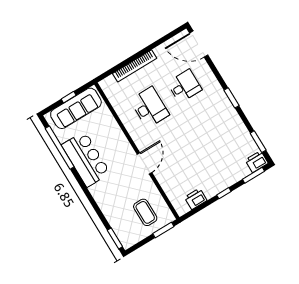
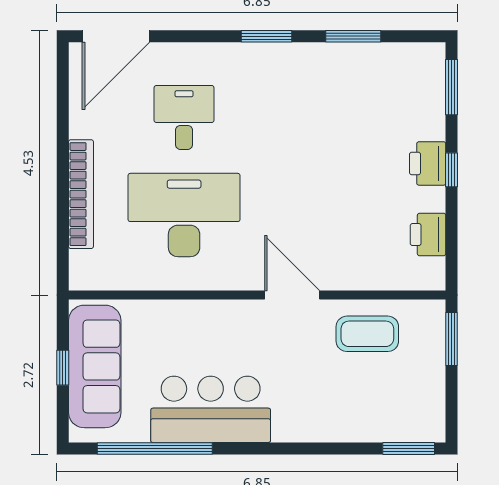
desk: (150, 107) -> (184, 215), width x1.36, depth x1.30
window: (258, 142) -> (353, 36), moved
printer: (257, 162) -> (428, 163), moved
coffee table: (145, 212) -> (367, 334), moved

